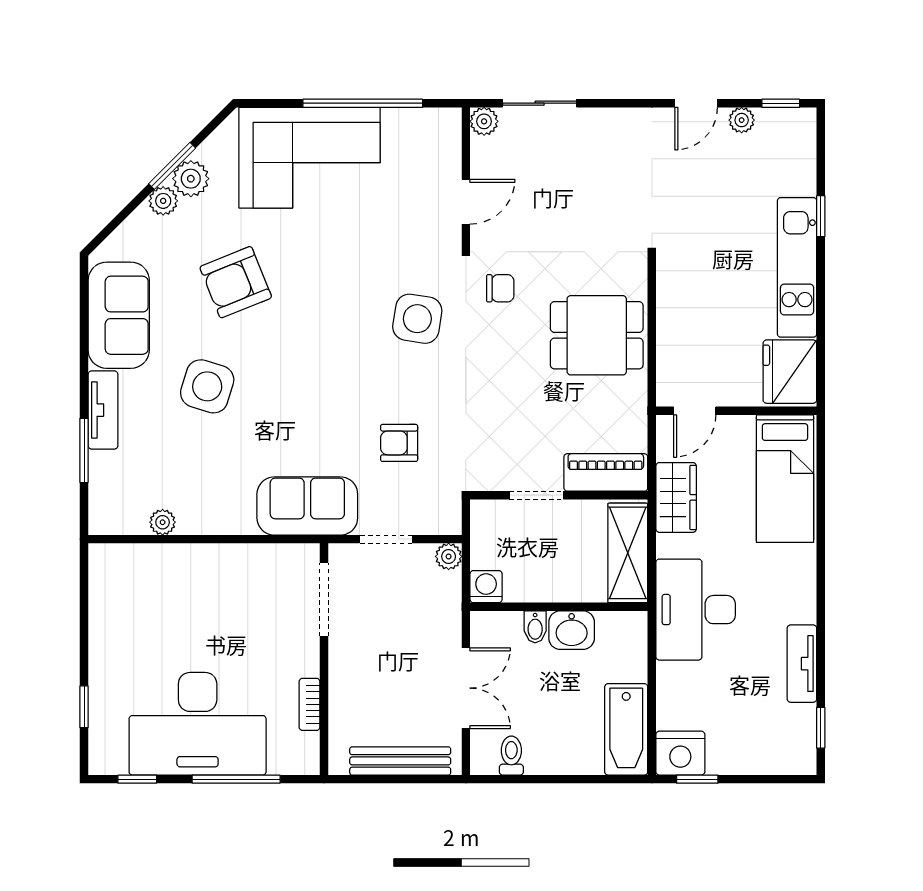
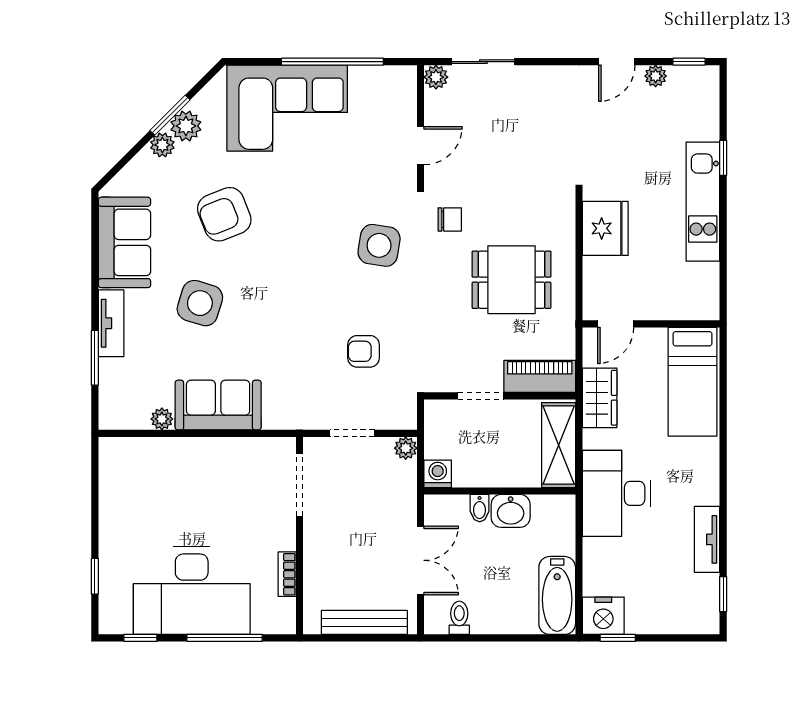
dining table: (597, 335) -> (511, 280), moved
fridge: (790, 372) -> (605, 228), moved, turned 180
sofa: (307, 506) -> (218, 405), moved

